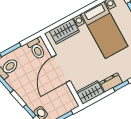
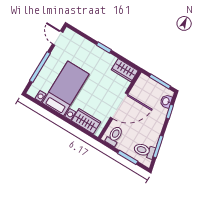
dresser: (111, 82) -> (106, 57), removed

